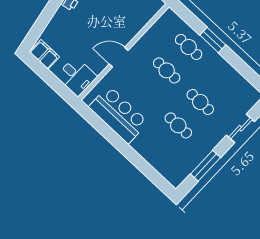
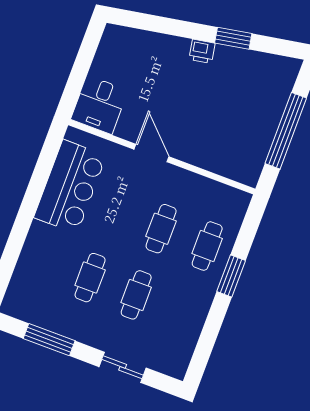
filing cabinet: (44, 54) -> (112, 46), removed

